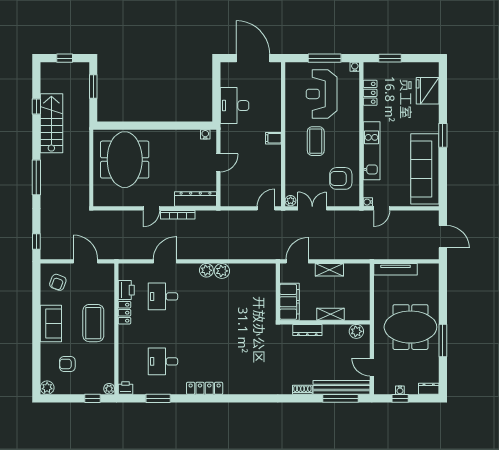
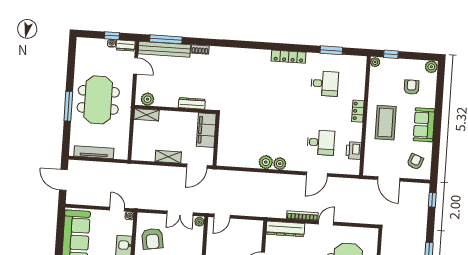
armchair: (341, 178) -> (152, 239), turned 81
door: (382, 208) -> (117, 209), hinge flipped
tv unit: (396, 269) -> (94, 152), moved
locker: (124, 313) -> (358, 111), moved
shelving: (331, 314) -> (146, 115), moved
meeting table: (410, 327) -> (98, 100), turned 90
window: (443, 341) -> (68, 106), moved
armchair: (67, 364) -> (411, 87), turned -90
printer: (125, 388) -> (360, 62), removed
dresser: (429, 389) -> (126, 45), moved

